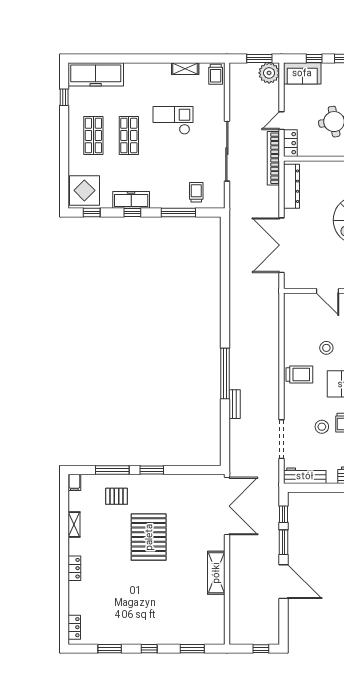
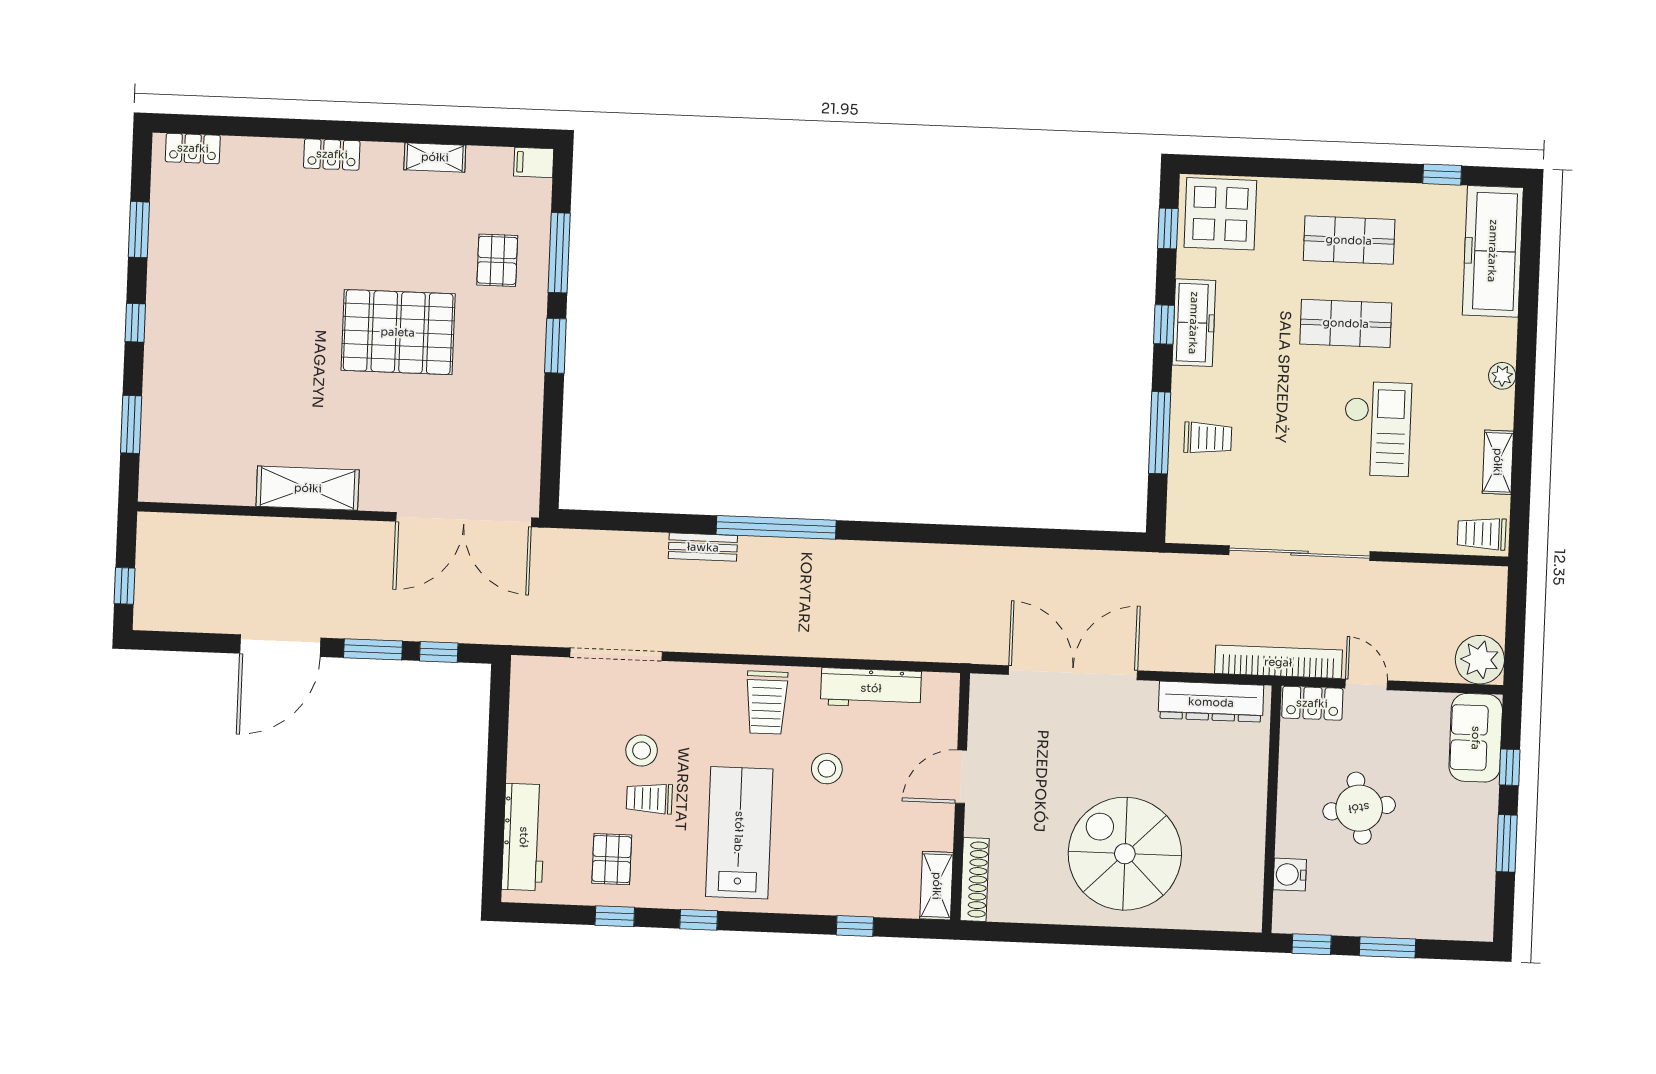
window: (259, 58) -> (1515, 638), removed
plant: (148, 68) -> (1502, 376), added
trolley: (196, 192) -> (1208, 438), moved
workbench: (305, 476) -> (871, 688), moved, turned 90

